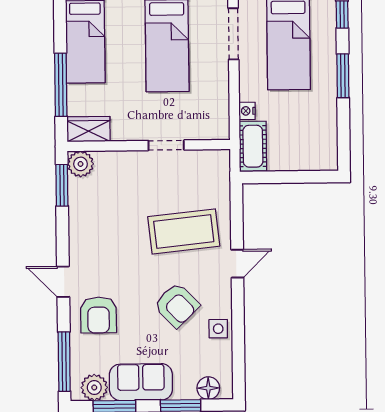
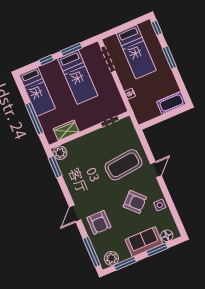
wardrobe: (89, 129) -> (66, 130), moved
doorway: (166, 145) -> (110, 121), moved
cot: (253, 146) -> (171, 103), moved, turned 90
door: (63, 282) -> (75, 213), hinge flipped
sofa: (141, 382) -> (144, 242), moved

